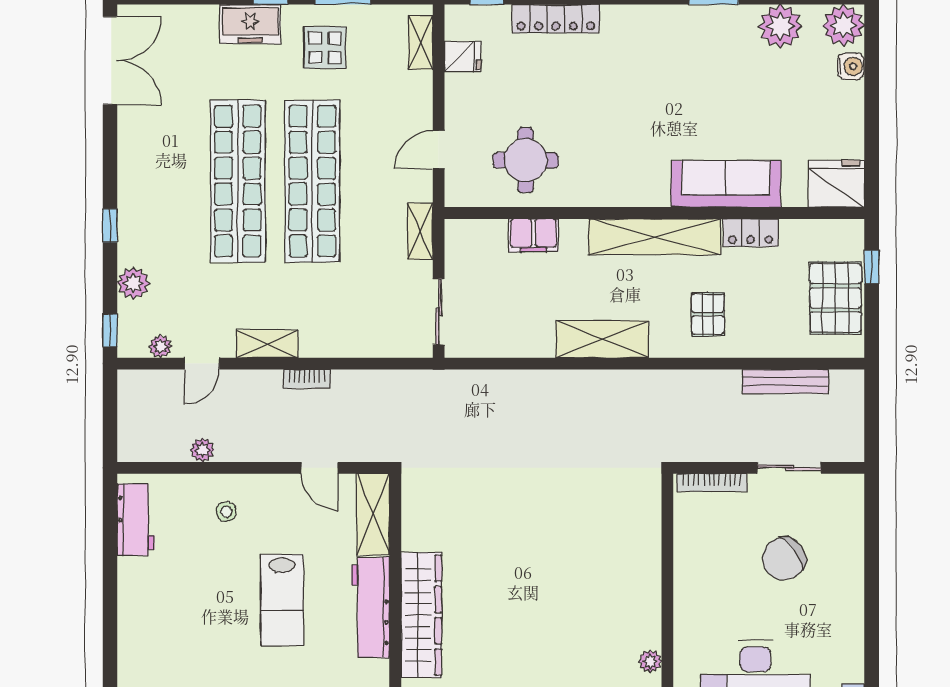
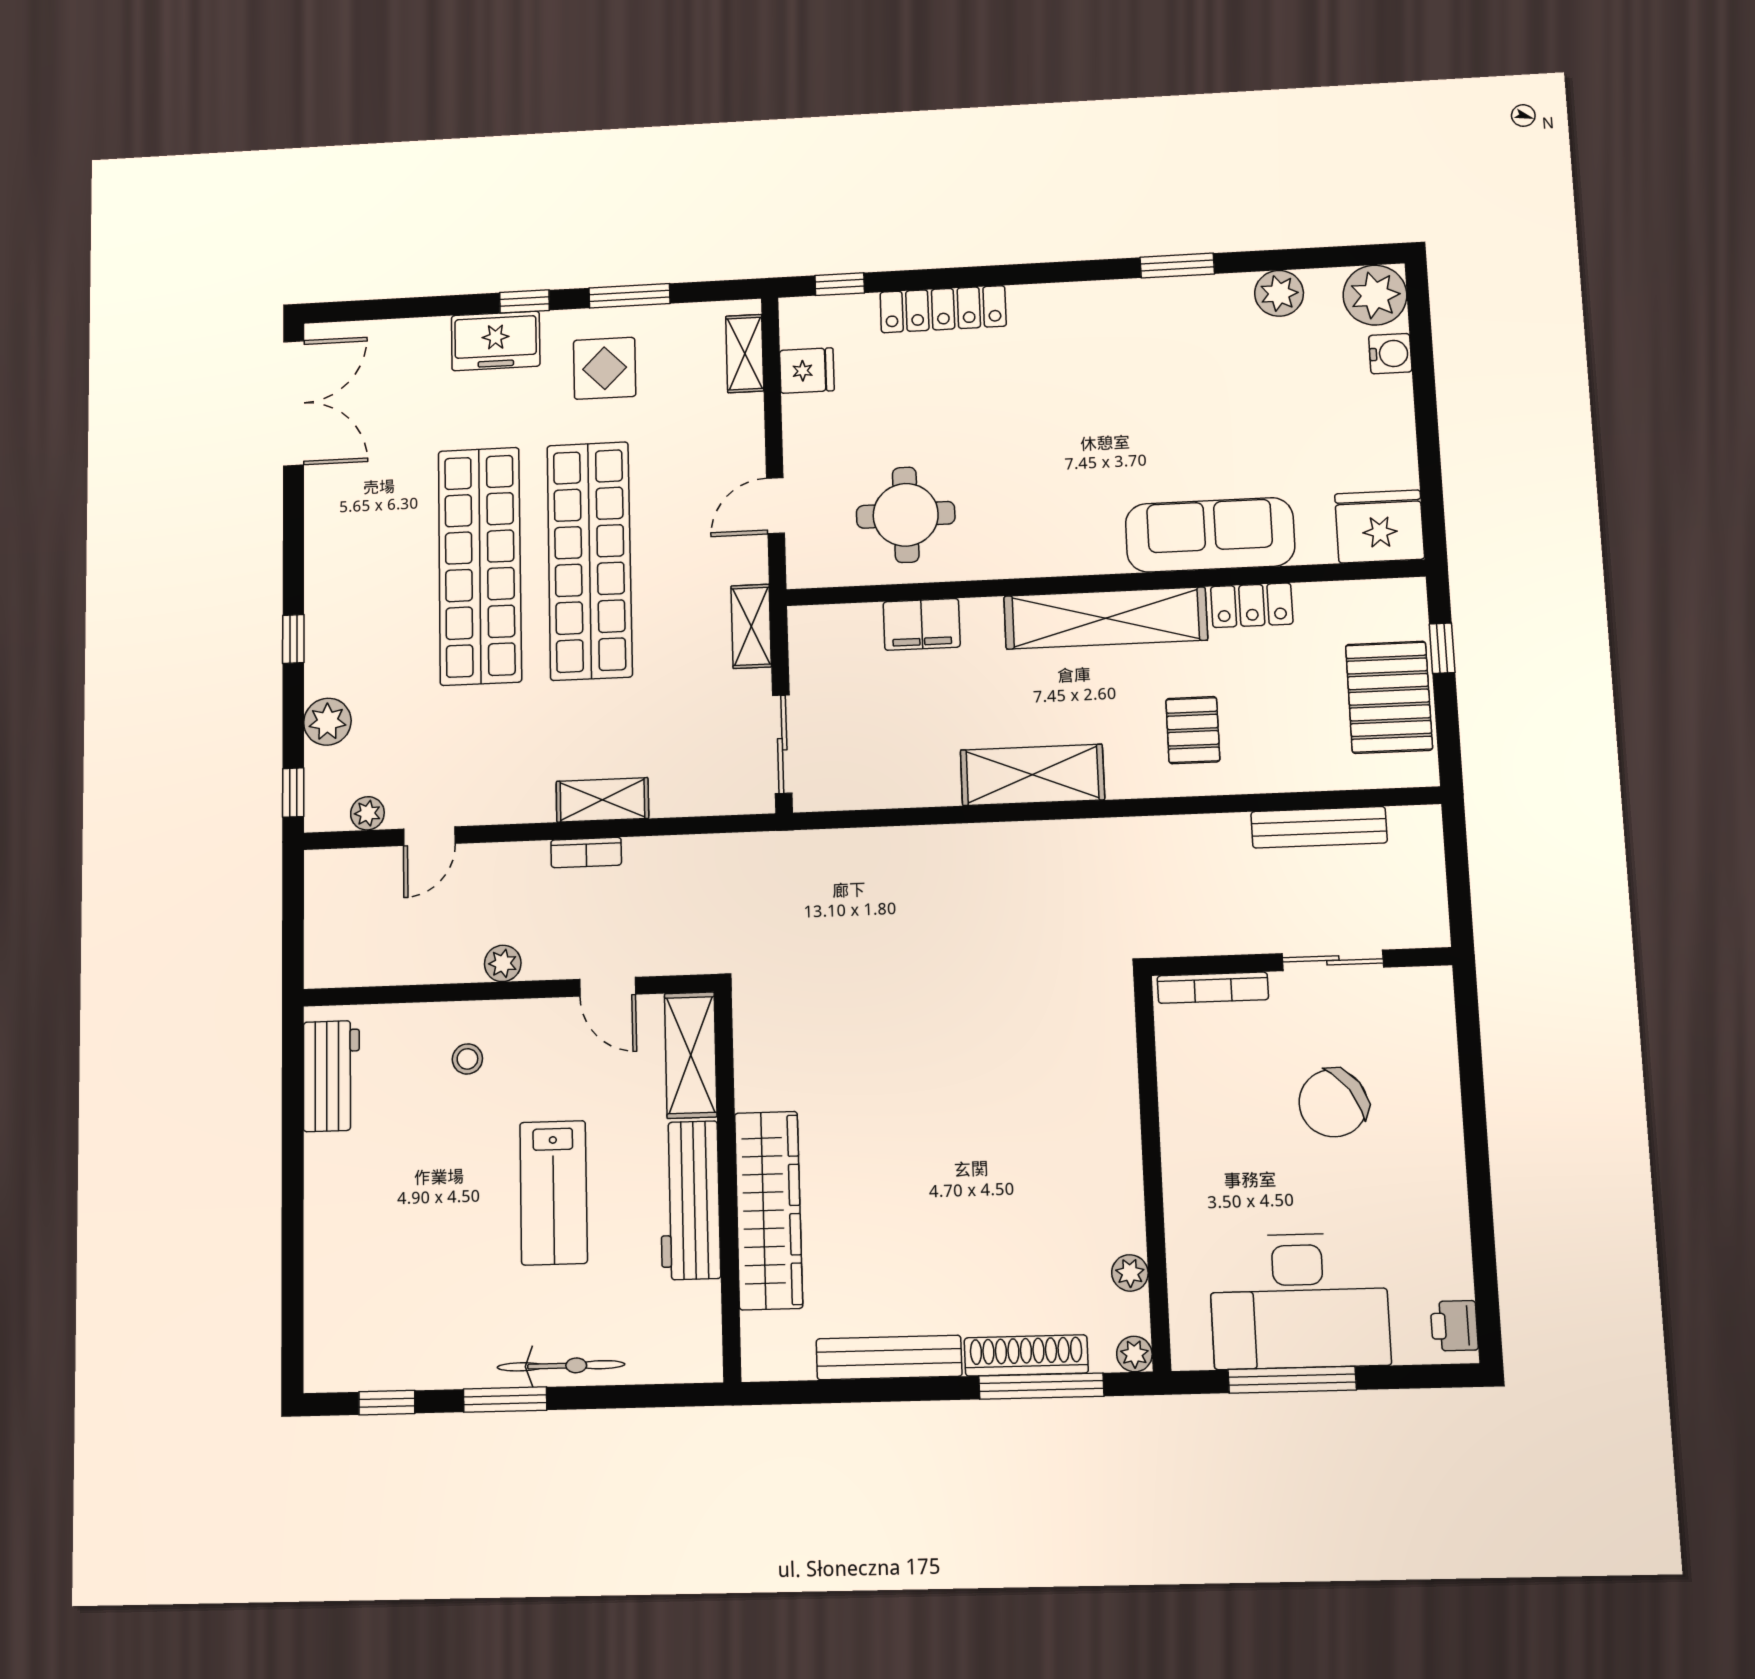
plant: (780, 26) -> (1279, 293), width x0.73, depth x0.73
shelving: (268, 344) -> (602, 800), moved
plant: (202, 450) -> (503, 963), moved

